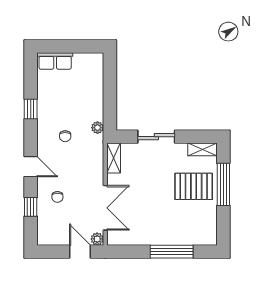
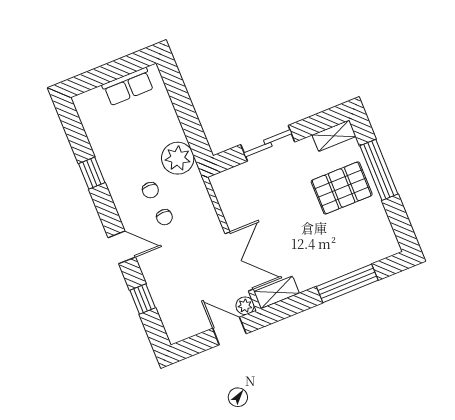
row of seats: (55, 61) -> (128, 87), moved
plant: (97, 128) -> (178, 158), width x1.87, depth x1.87
shelving: (114, 158) -> (277, 292), moved, turned 90
chair: (57, 197) -> (164, 217), moved

